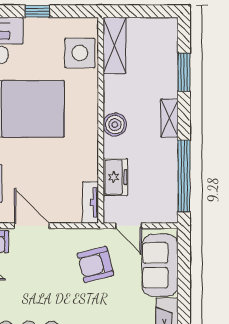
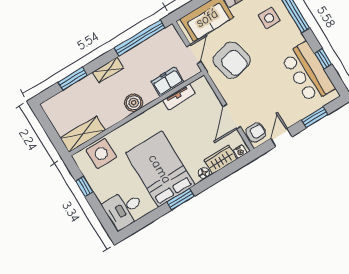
window: (37, 11) -> (84, 186), moved
tv unit: (90, 202) -> (179, 97), moved
armchair: (95, 264) -> (232, 60), width x1.36, depth x1.36

